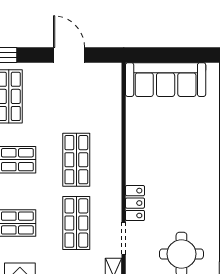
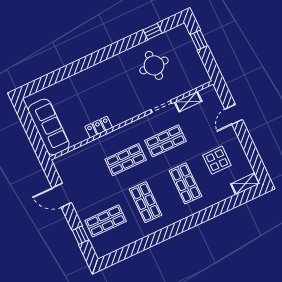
door: (69, 55) -> (62, 195), hinge flipped
locker: (135, 203) -> (99, 127), moved

